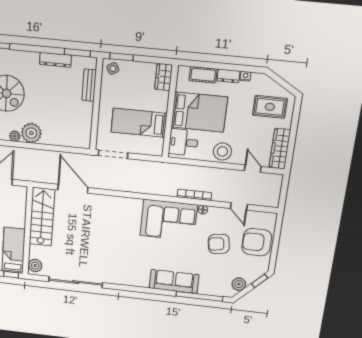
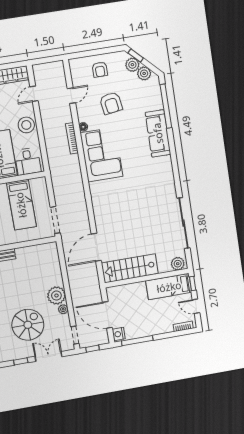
armchair: (257, 242) -> (100, 70), width x0.53, depth x0.53
plant: (251, 275) -> (132, 65), added

